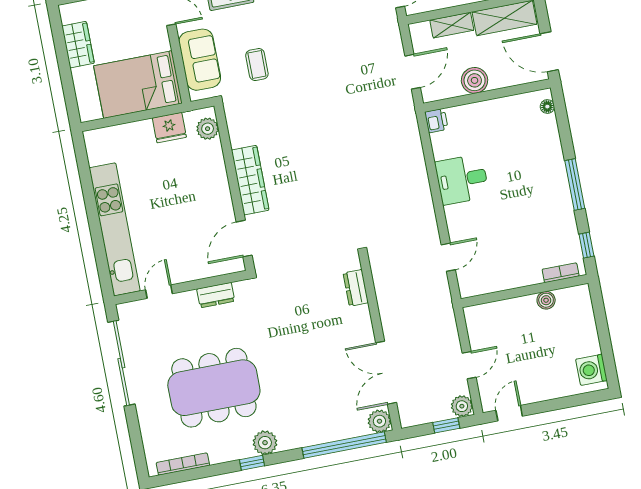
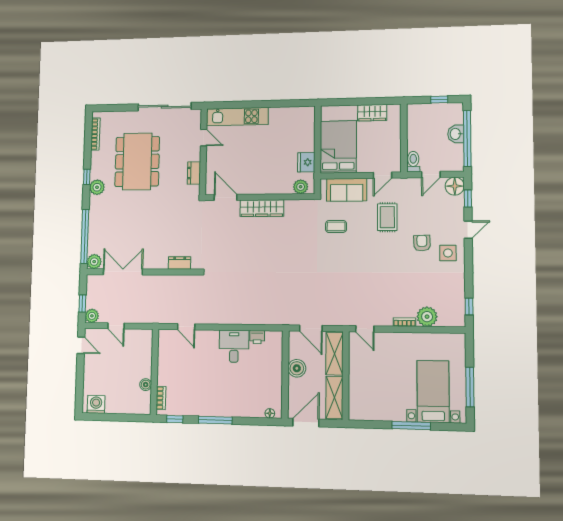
shelving: (452, 25) -> (334, 354), width x1.50, depth x1.33
printer: (436, 121) -> (257, 337), moved
kitchen unit: (115, 229) -> (237, 117), width x0.73

